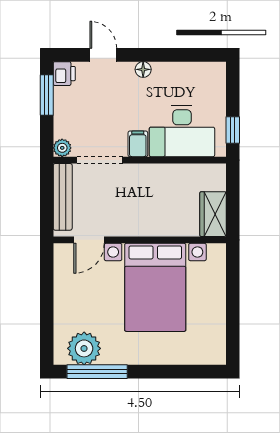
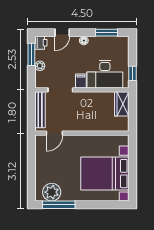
door: (103, 55) -> (62, 33), swing flipped
window: (185, 55) -> (107, 33), added
plant: (62, 148) -> (40, 66), moved
wardrobe: (213, 214) -> (122, 104), moved
bed with nightstands: (155, 287) -> (105, 174), moved, turned 90

